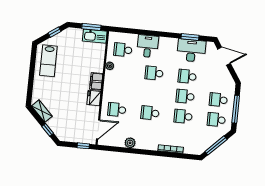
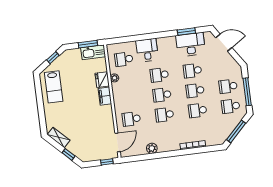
school desk: (152, 93) -> (162, 95), added
fridge: (94, 98) -> (102, 80), moved

